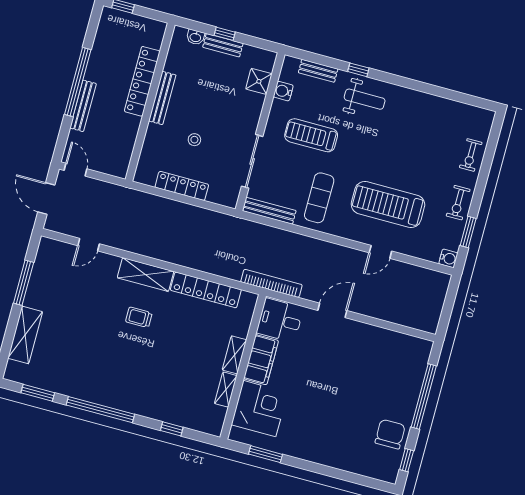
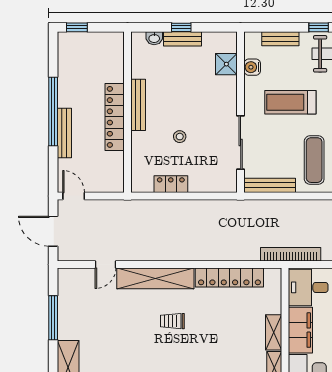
locker: (142, 81) -> (115, 117), moved
locker: (182, 186) -> (171, 184), width x0.66
shelving: (145, 275) -> (155, 278), width x1.47

